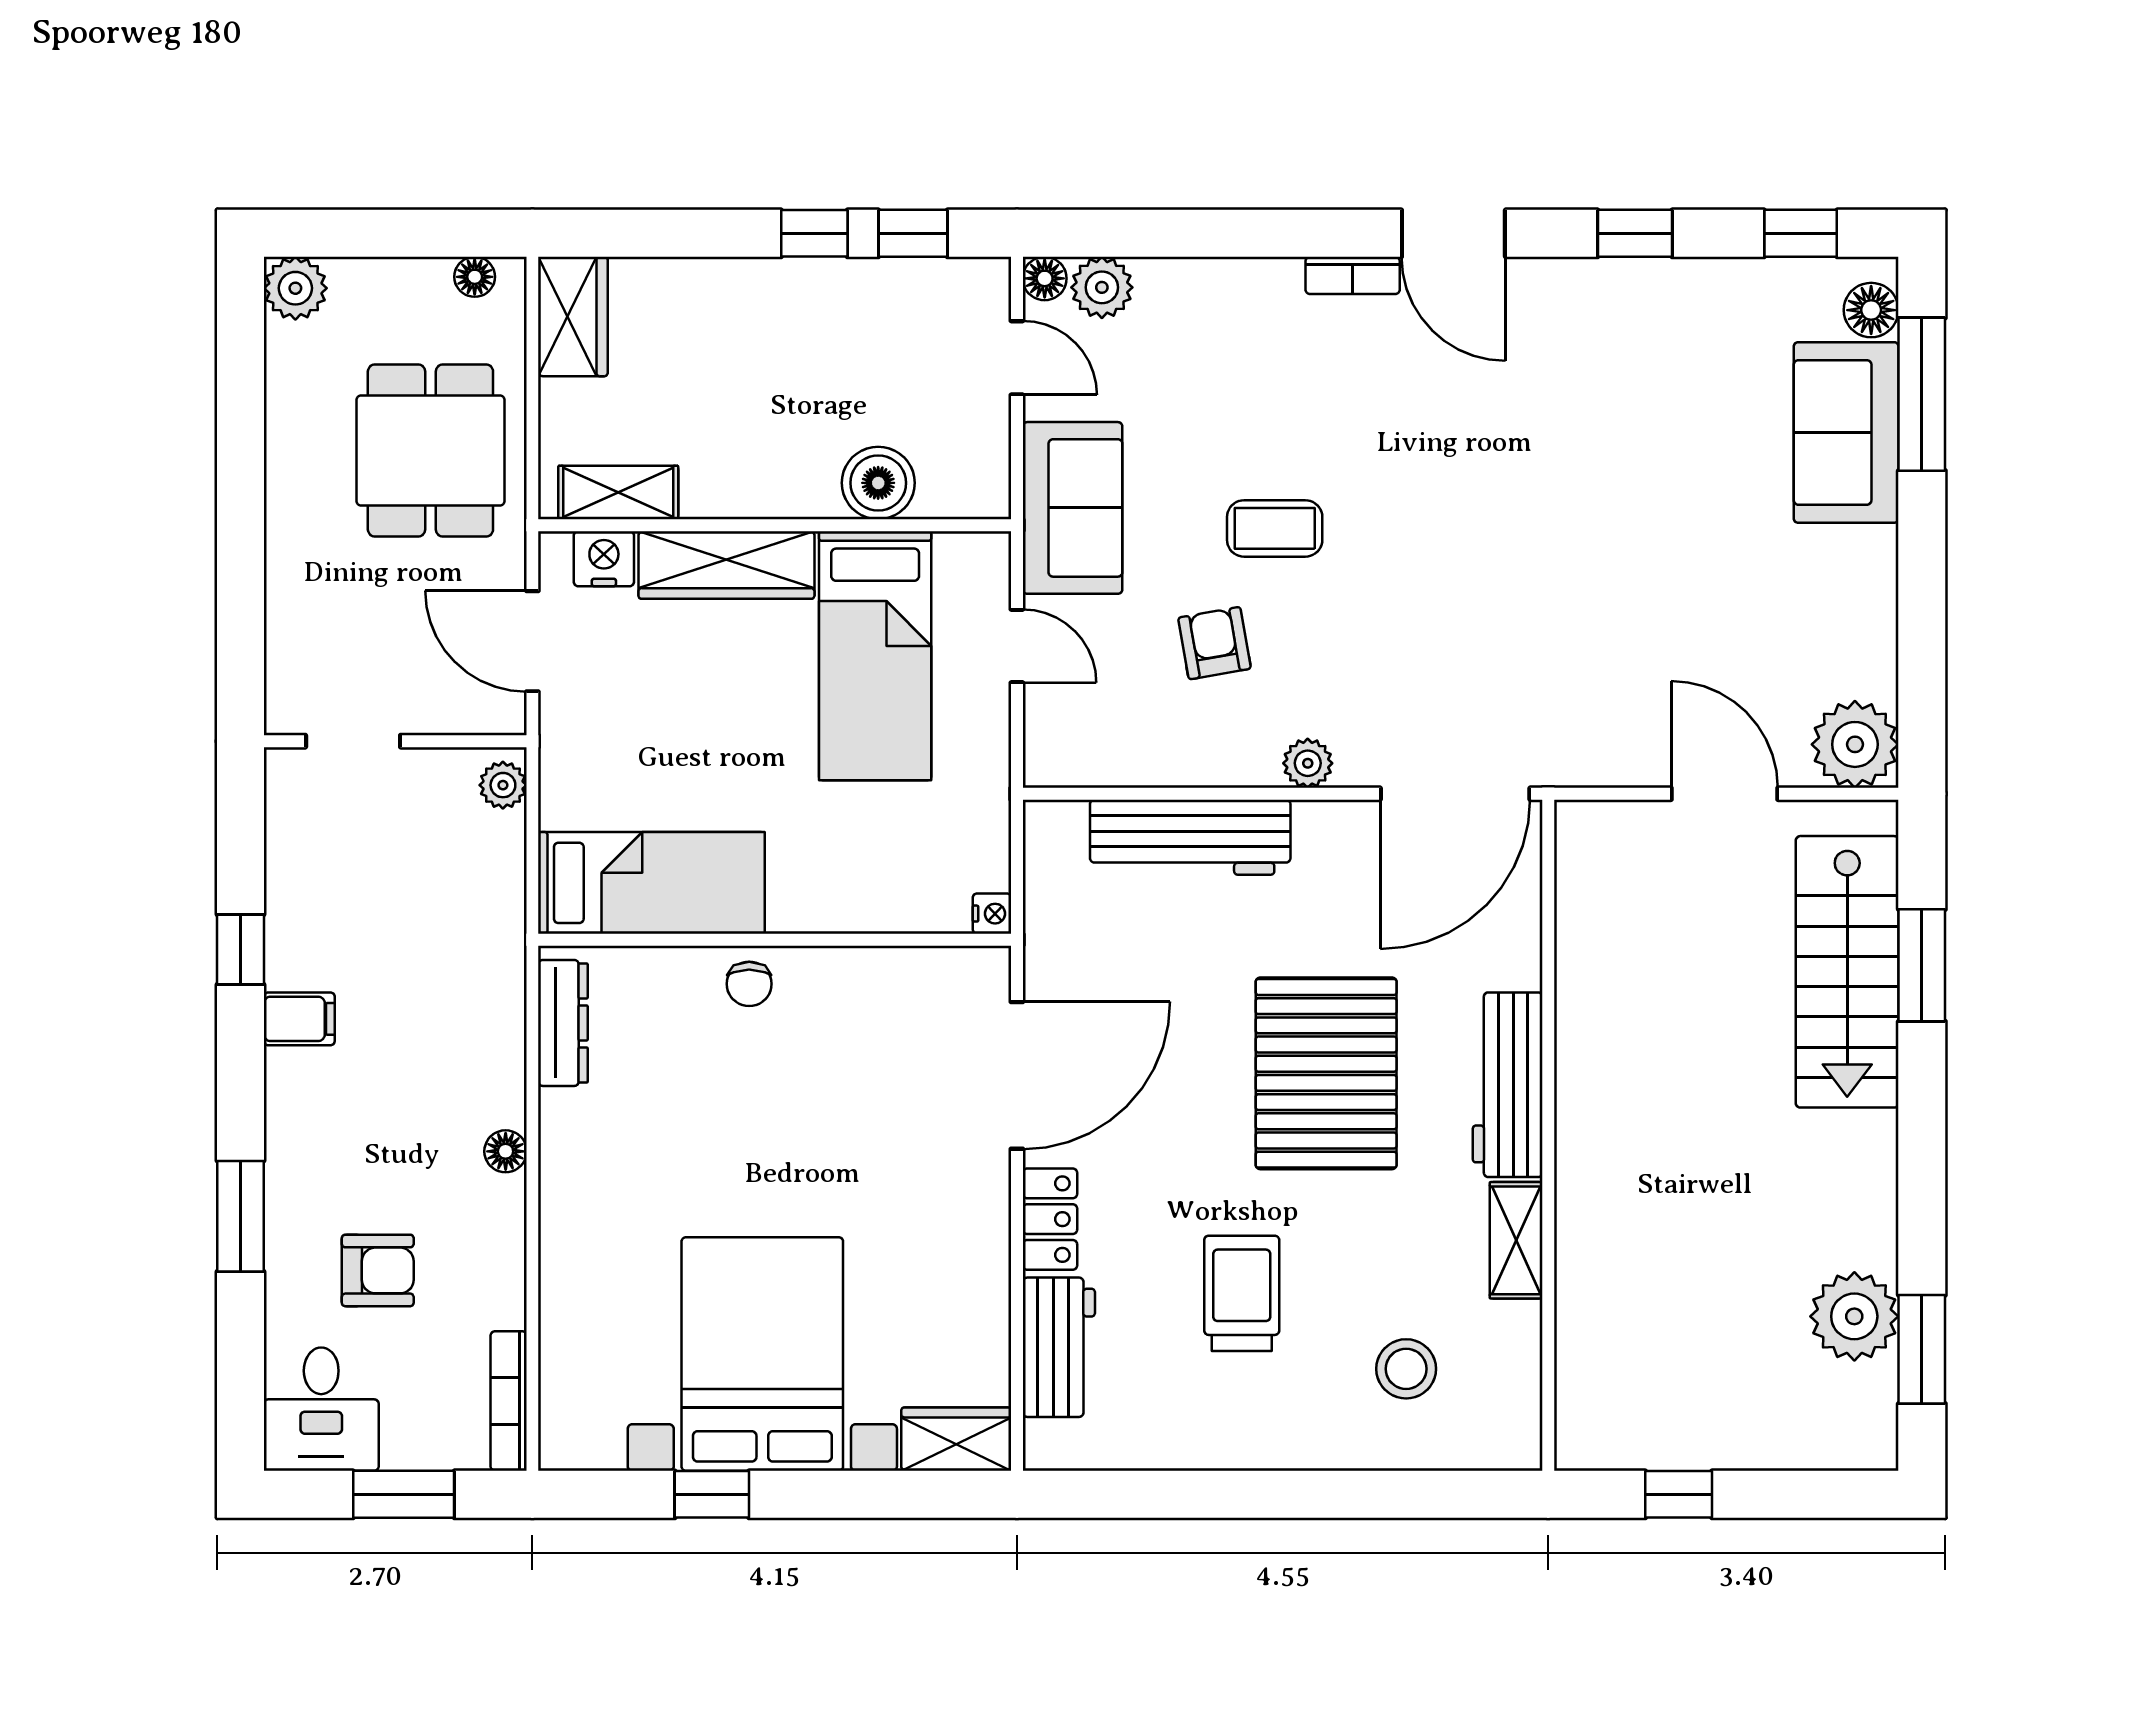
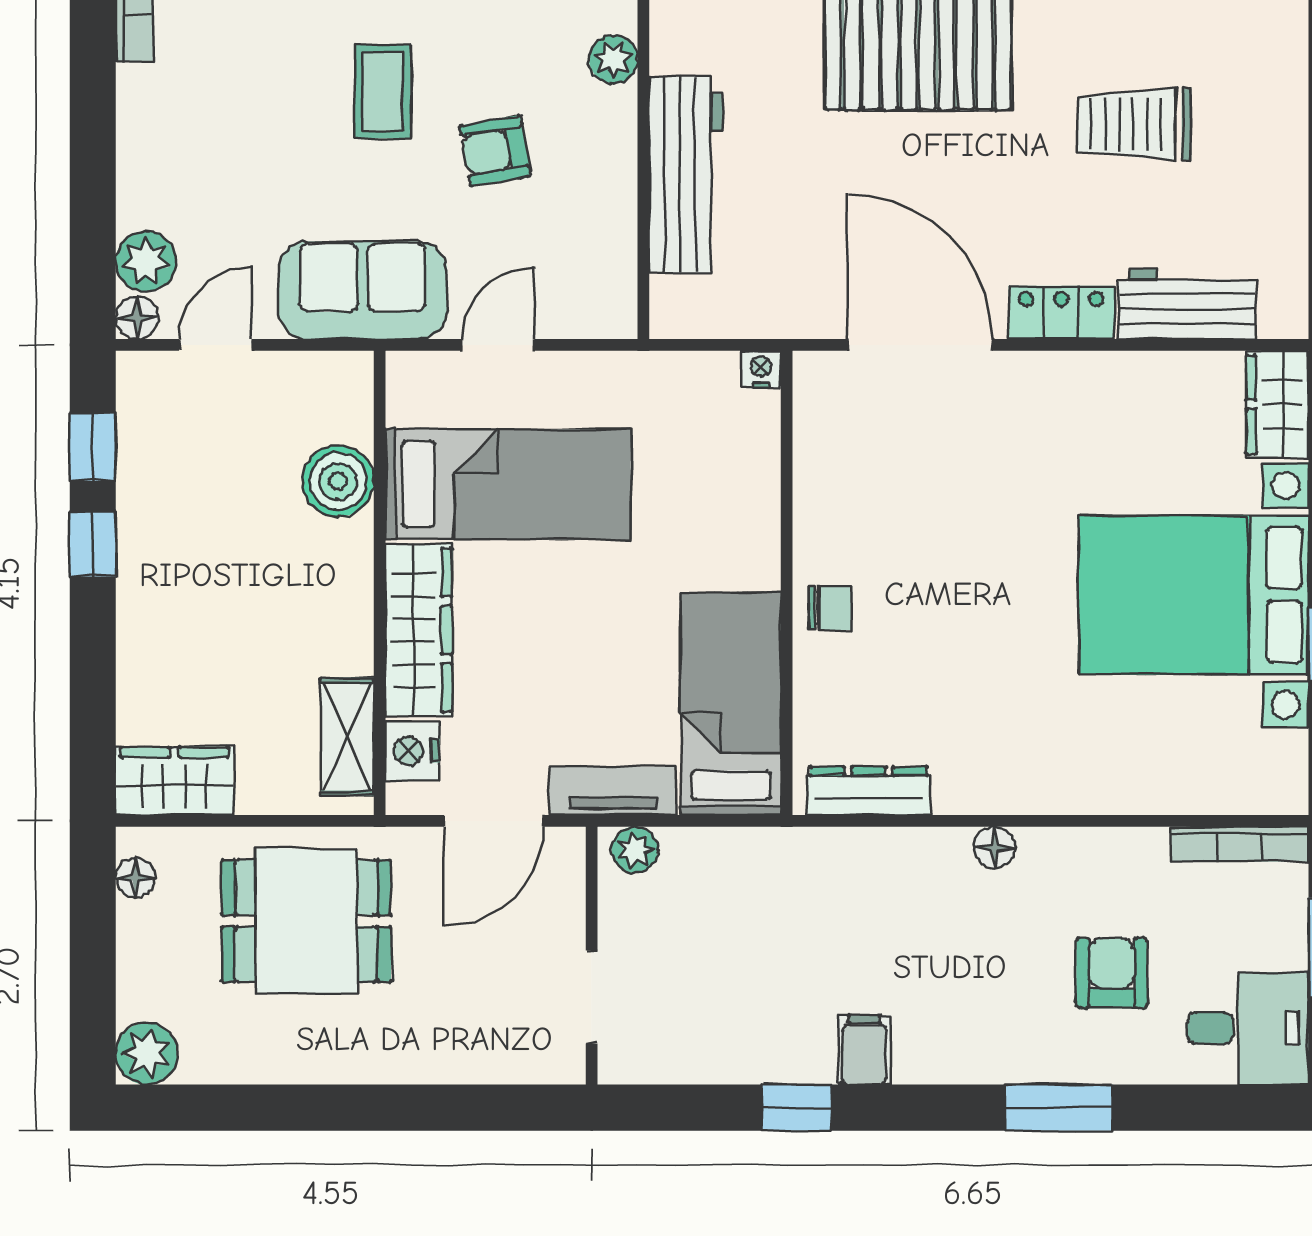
tv unit: (563, 763) -> (613, 791), added

